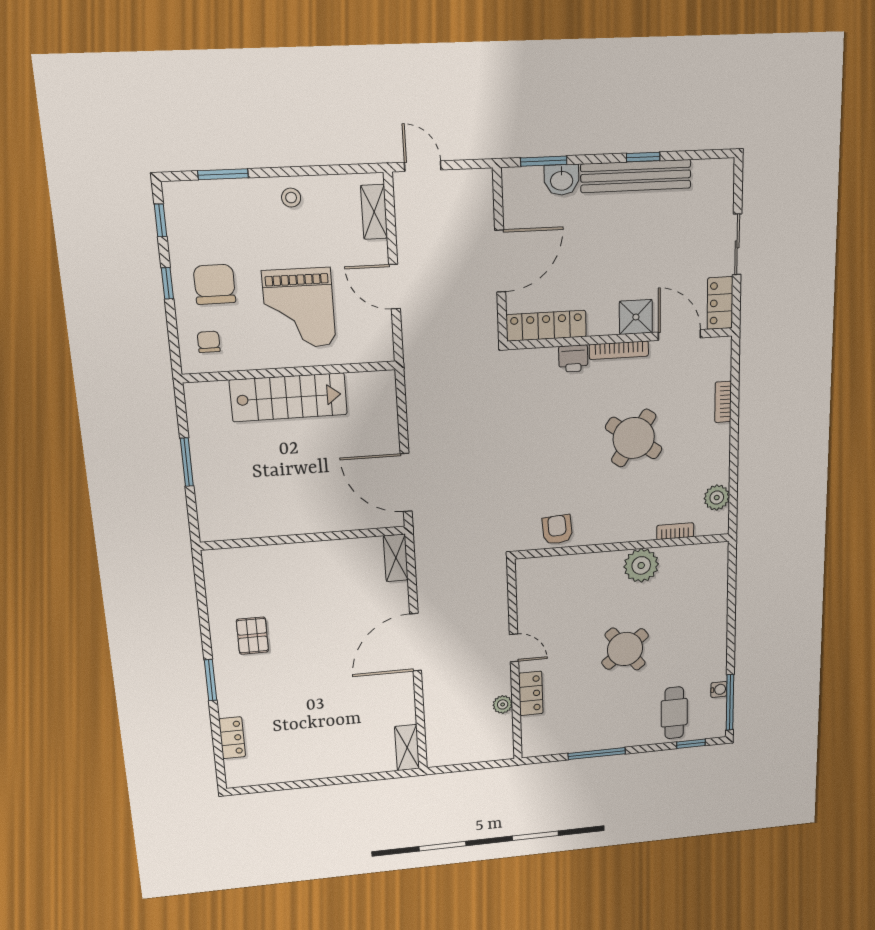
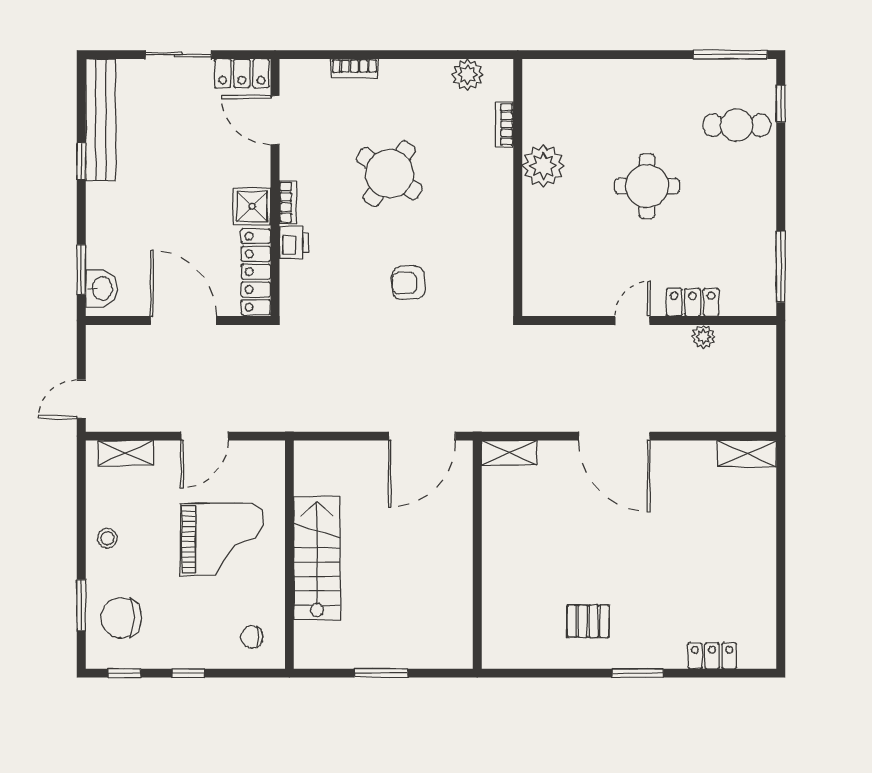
bench: (636, 176) -> (101, 120), moved
washbasin: (562, 180) -> (101, 289), moved
chair: (215, 284) -> (121, 618), moved
shower: (636, 317) -> (252, 206), moved
door: (679, 335) -> (275, 120), hinge flipped
bookcase: (619, 350) -> (288, 202), width x0.64
armchair: (557, 530) -> (408, 283), moved
round table: (625, 649) -> (647, 186), turned 38
water cooler: (719, 689) -> (712, 69), removed
window: (597, 754) -> (781, 267), moved

